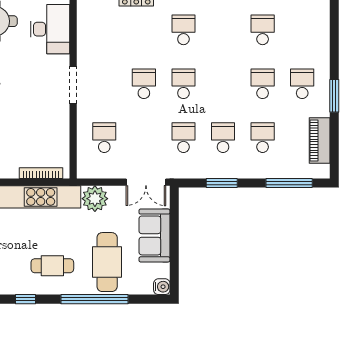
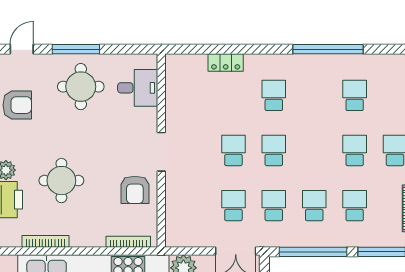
desk: (50, 29) -> (138, 88), width x0.73
armchair: (47, 122) -> (135, 190), added
school desk: (104, 138) -> (233, 206), moved
window: (222, 183) -> (313, 252), width x2.11

